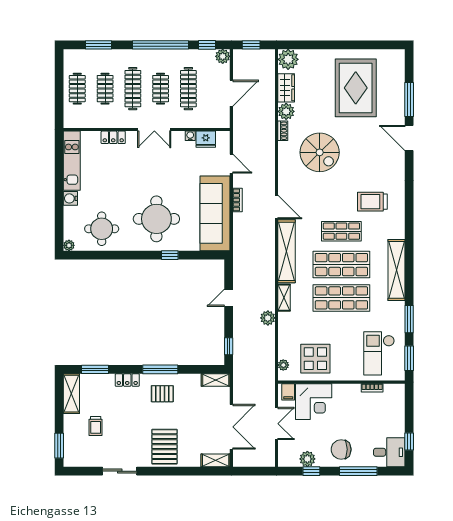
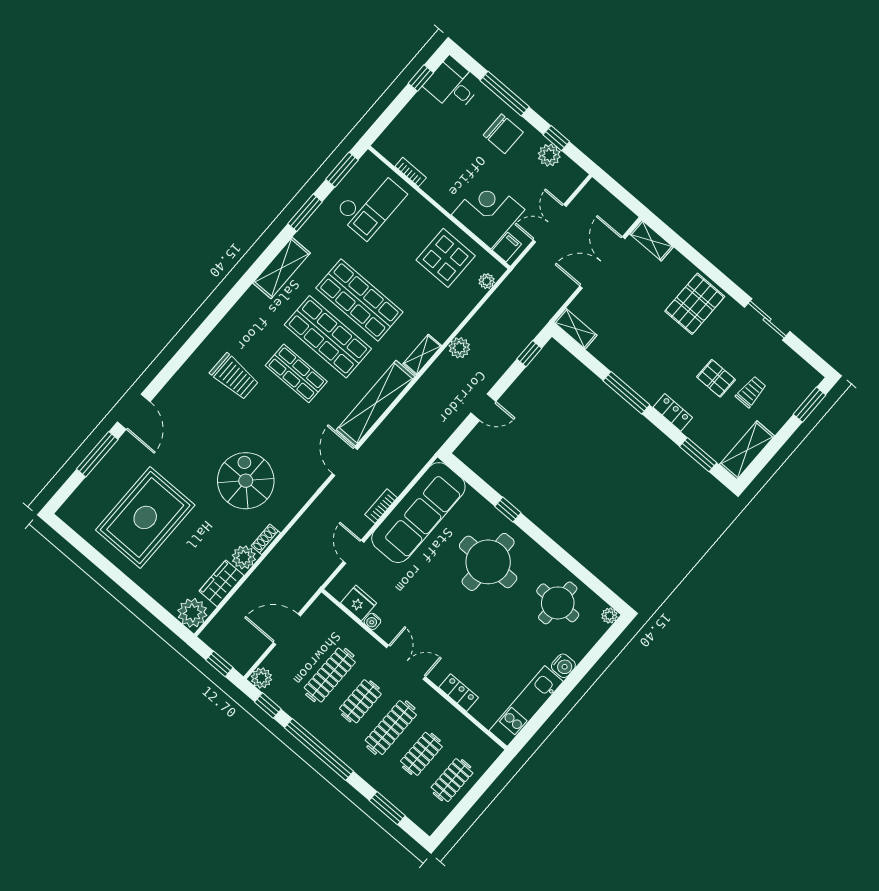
shelving: (397, 270) -> (282, 268), width x0.68
pallet: (162, 394) -> (716, 378), moved

